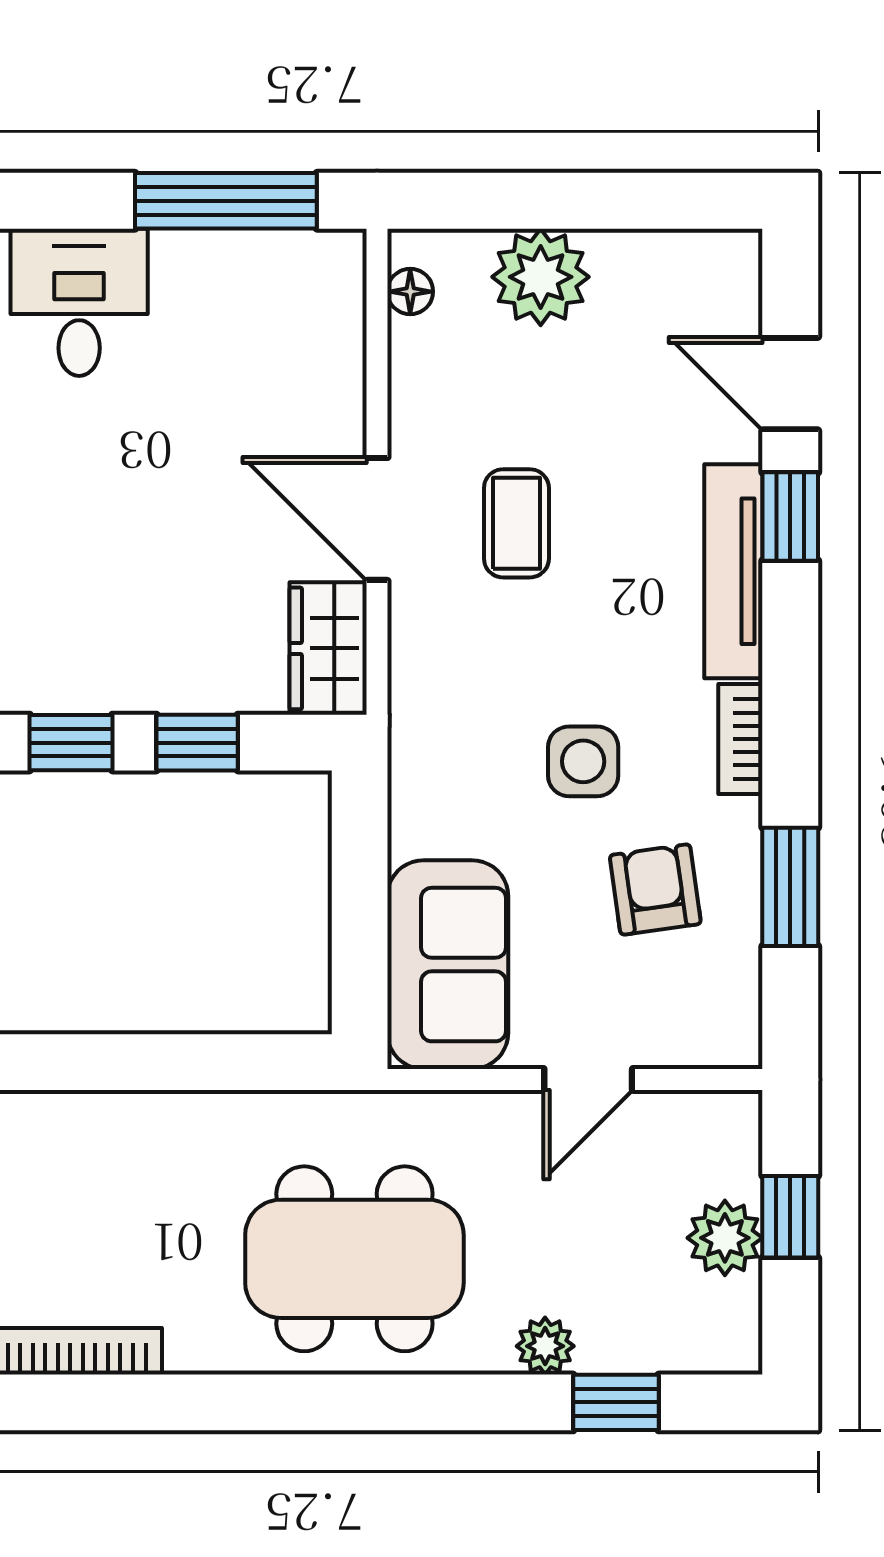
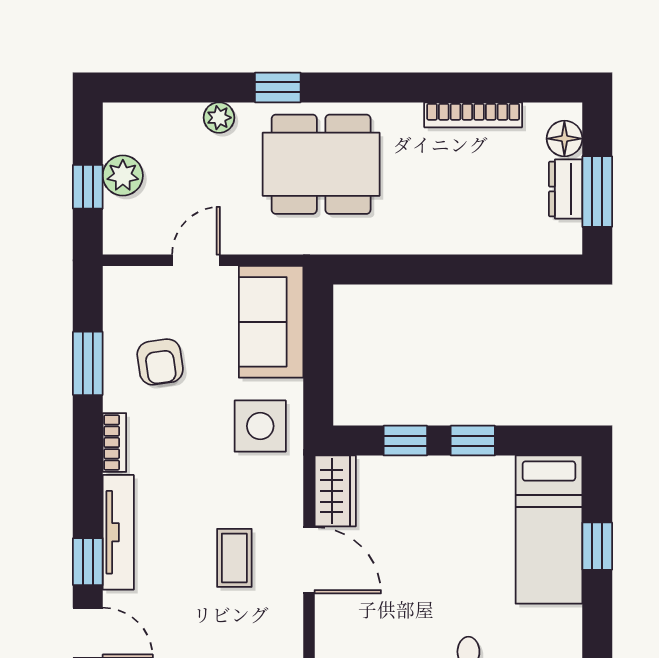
side table: (583, 761) -> (260, 426), moved, width x1.37, depth x1.37
window: (616, 1402) -> (278, 87), moved

